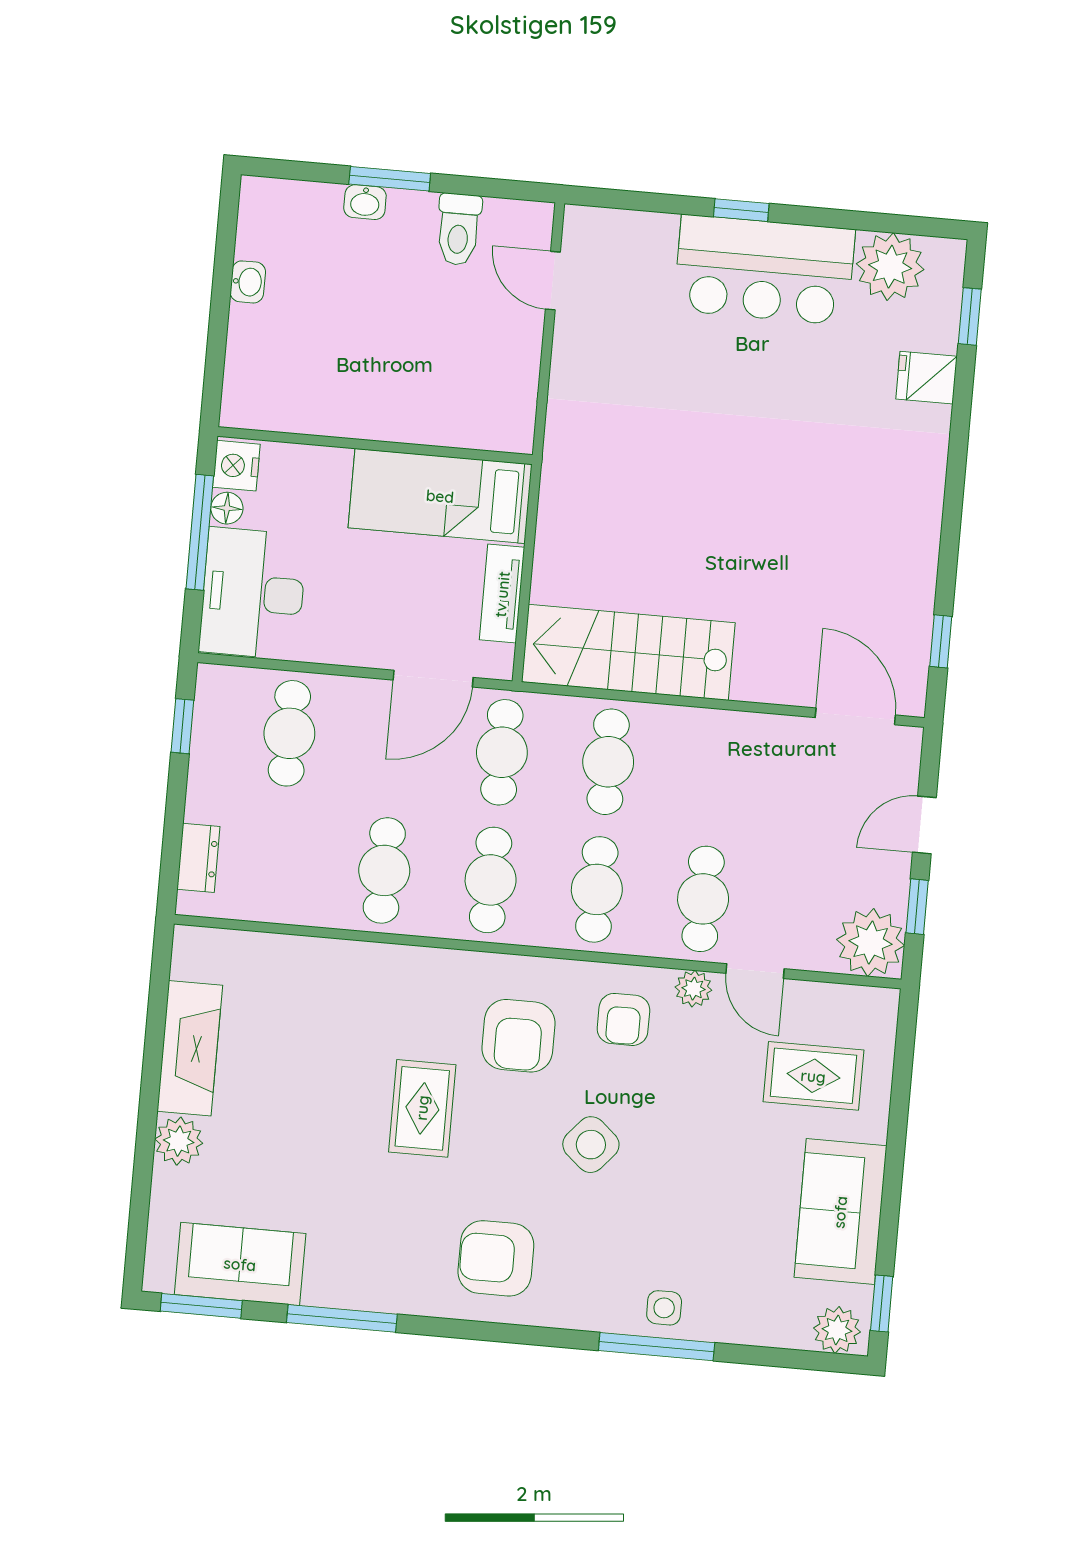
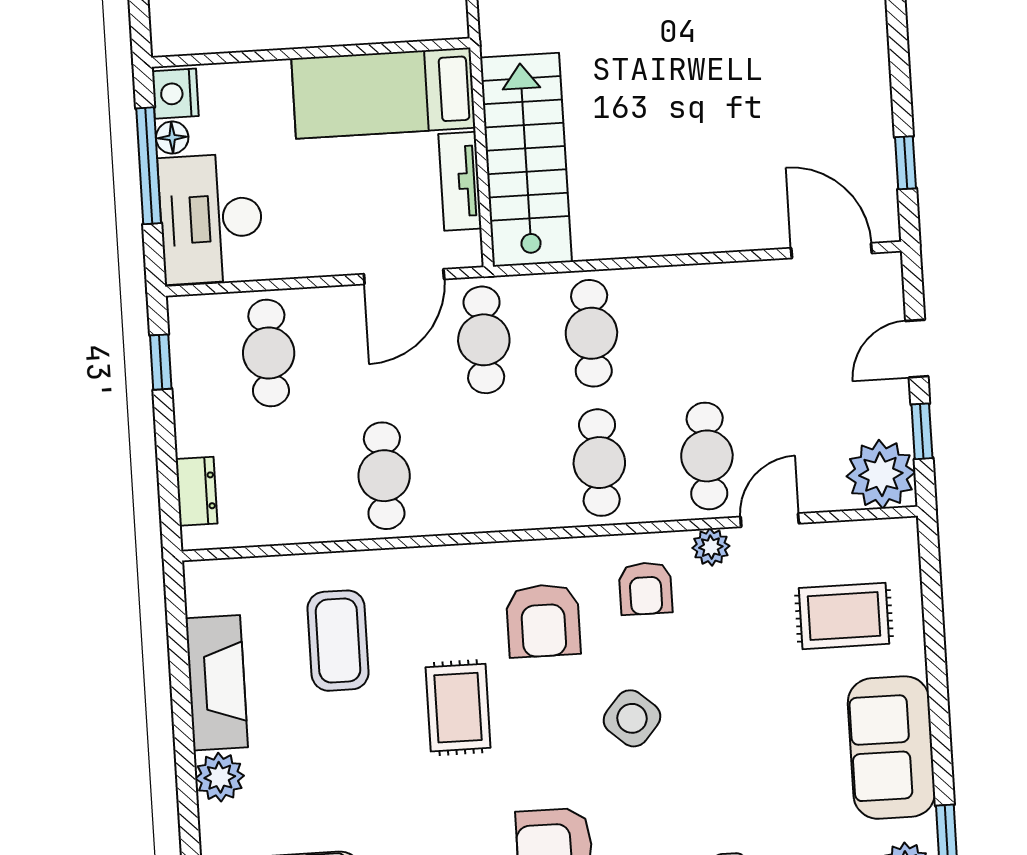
stairs: (628, 652) -> (526, 160), moved, turned 90
cafe table: (491, 880) -> (492, 469), removed
door: (755, 971) -> (770, 520), swing flipped
coffee table: (315, 1025) -> (338, 641), added

